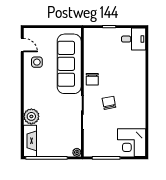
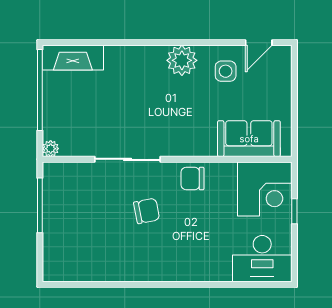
desk: (134, 39) -> (262, 259), width x1.37
sofa: (69, 64) -> (249, 139), width x0.54, depth x0.79
plant: (31, 116) -> (182, 60), moved
corner desk: (132, 143) -> (265, 189), moved, turned 180

